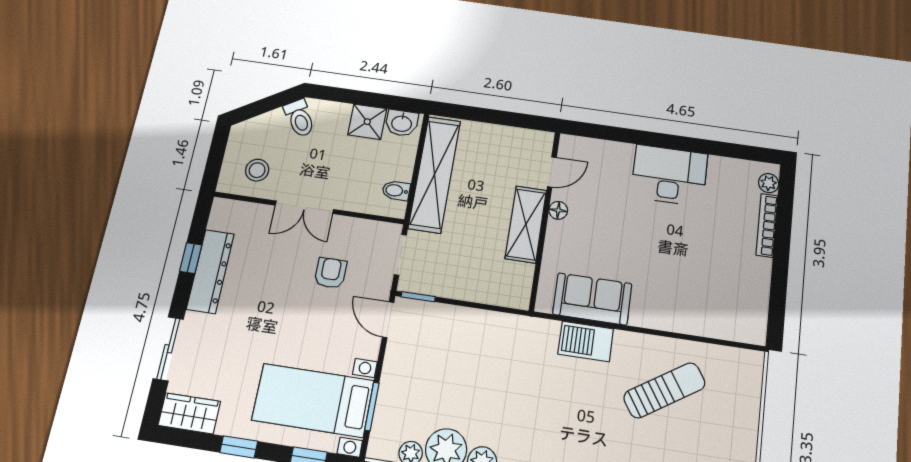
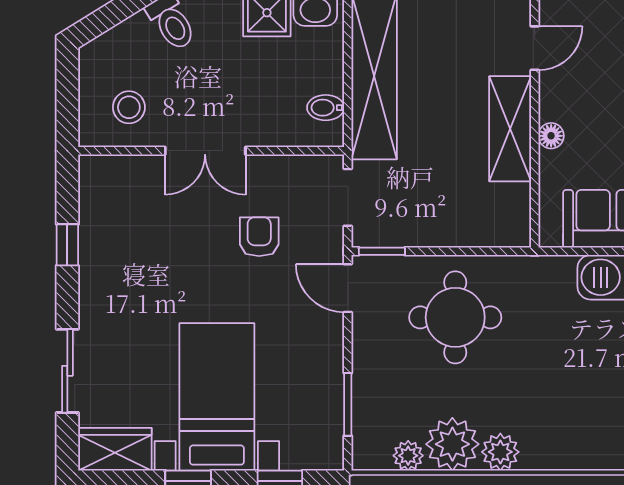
floor lamp: (558, 210) -> (551, 136), moved
dresser: (210, 271) -> (98, 259), removed
round table: (464, 353) -> (455, 317), added
bed with nightstands: (313, 400) -> (217, 397), moved, turned 90

